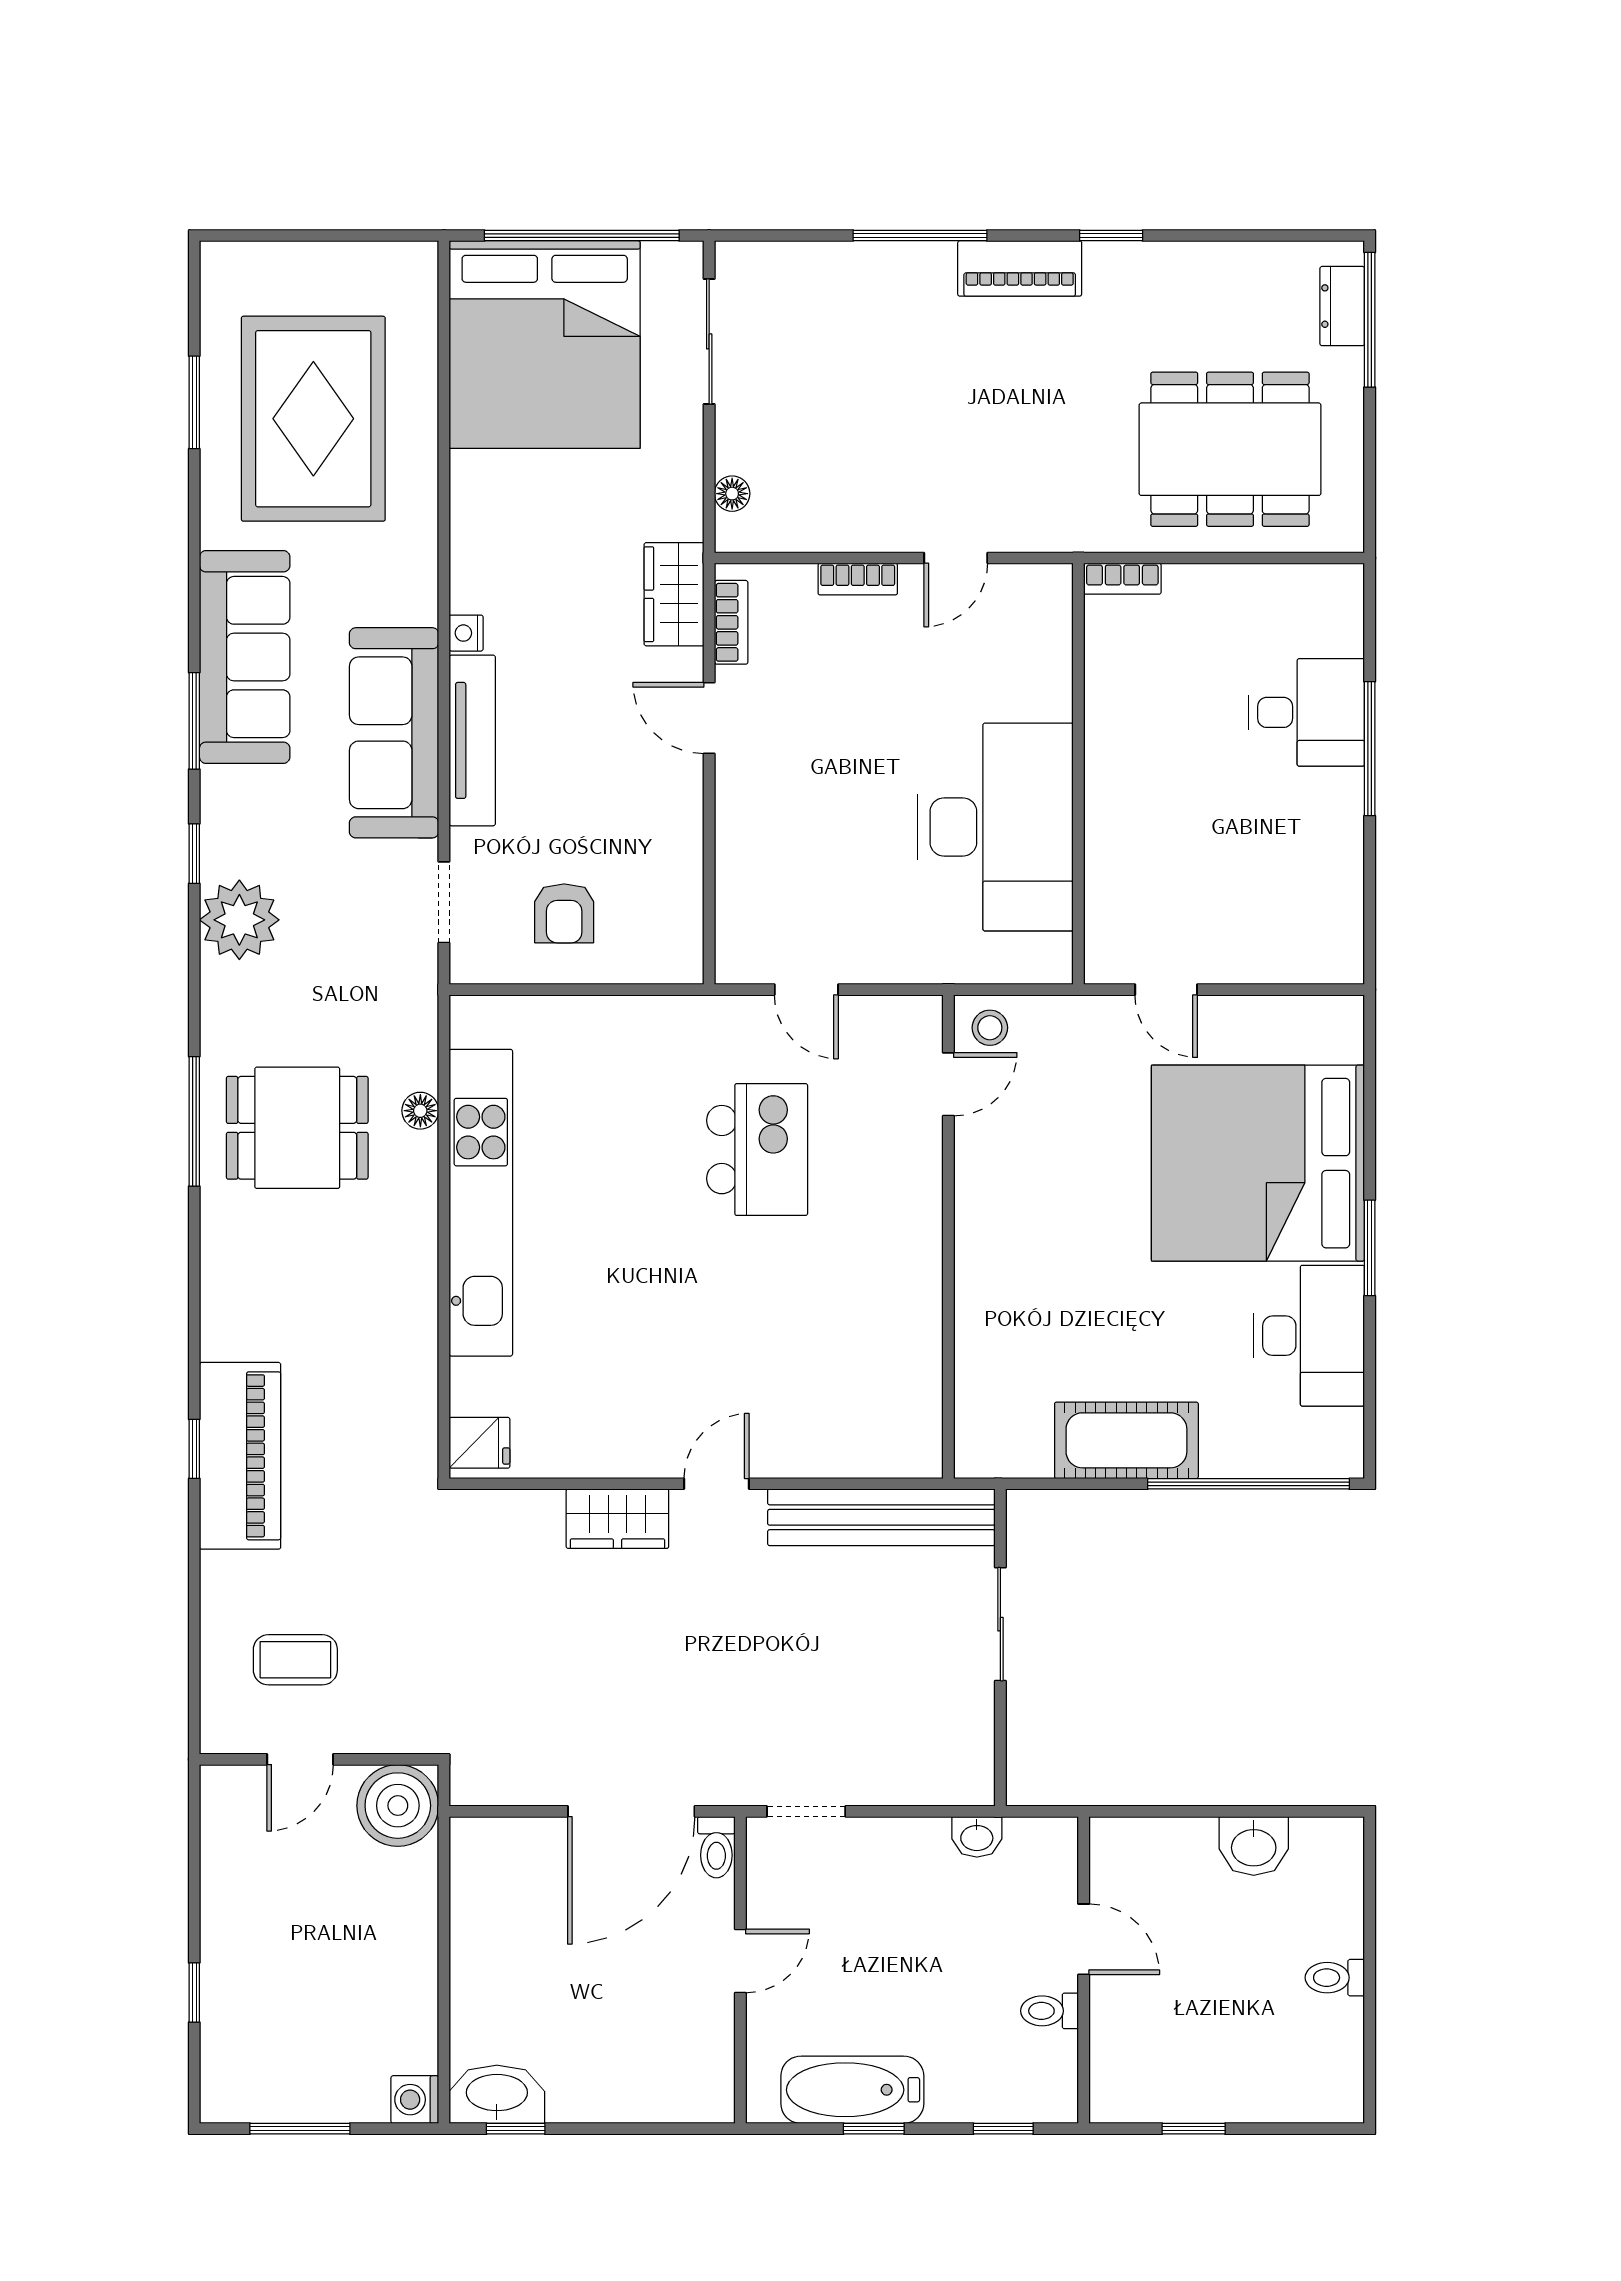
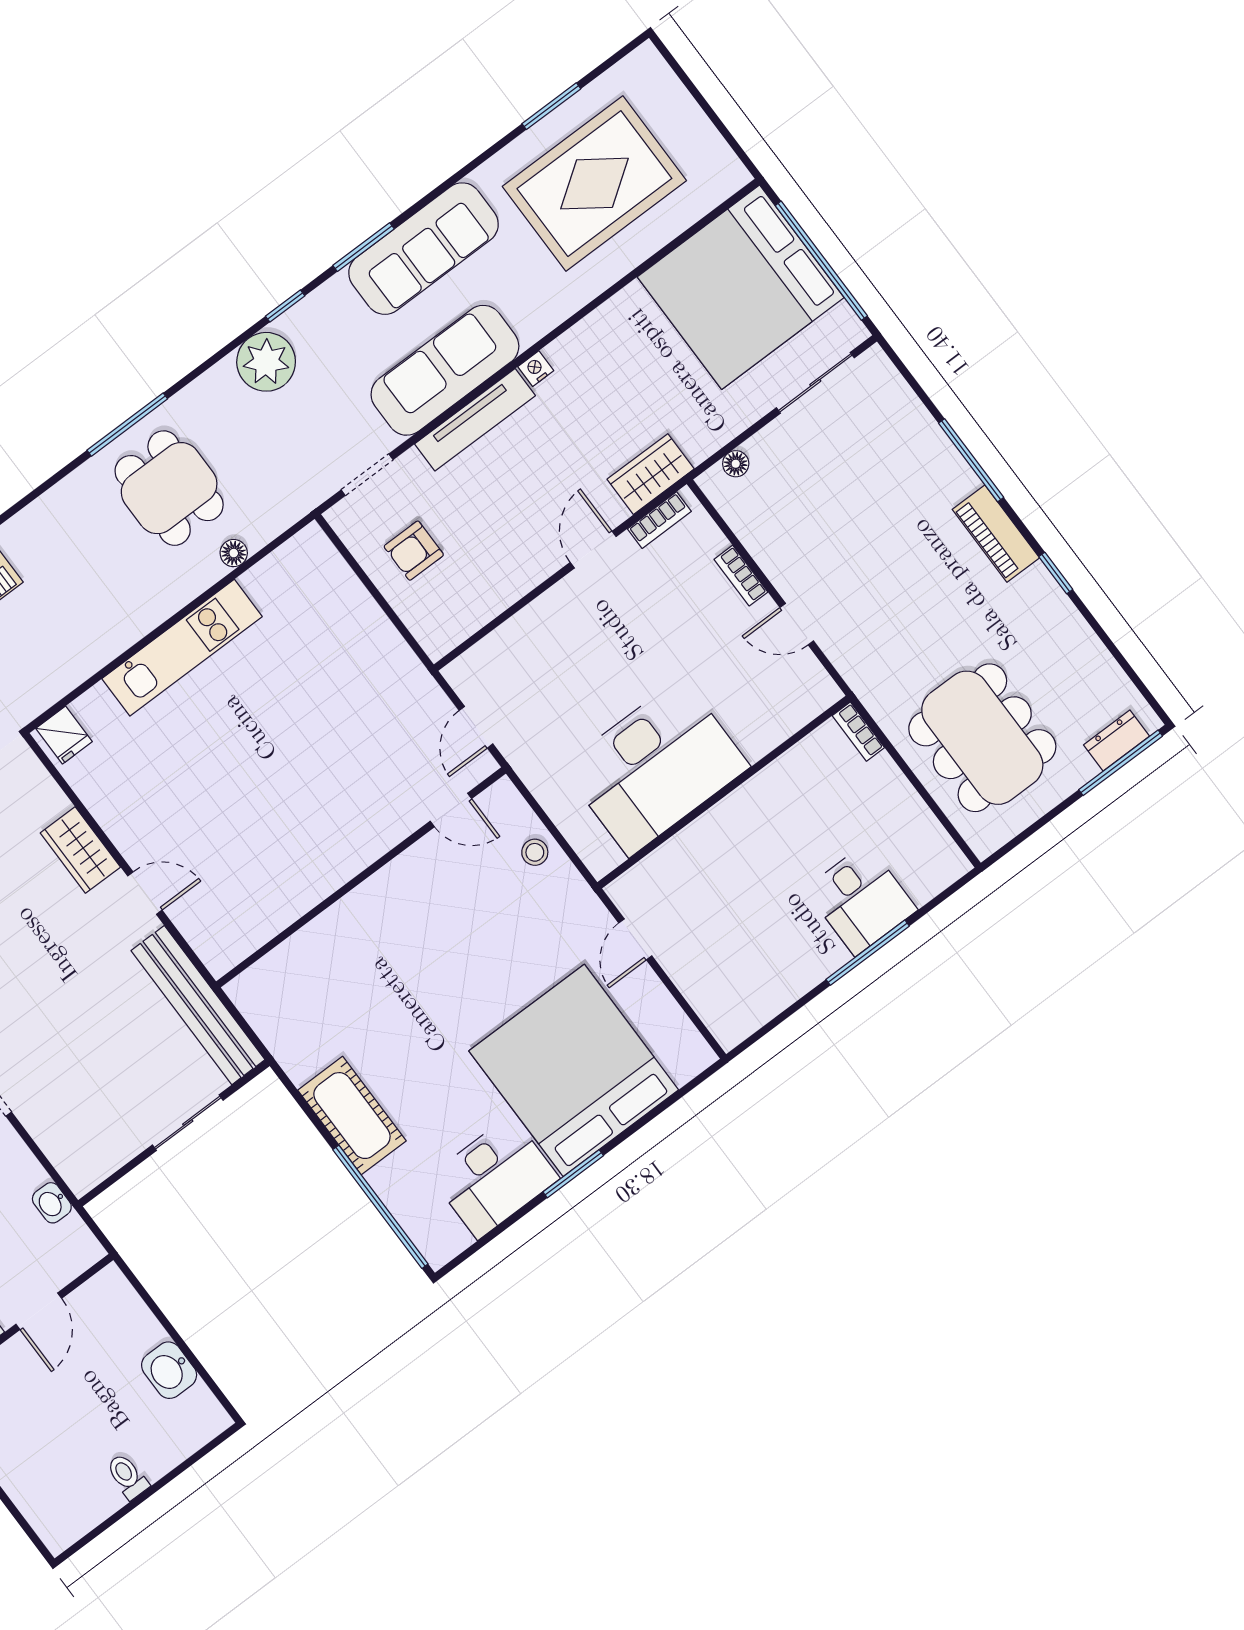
door: (948, 1084) -> (451, 810), moved
kitchen island: (757, 1150) -> (360, 769), removed
kitchen unit: (481, 1203) -> (182, 648), width x0.73
wall: (948, 1237) -> (361, 877), moved

